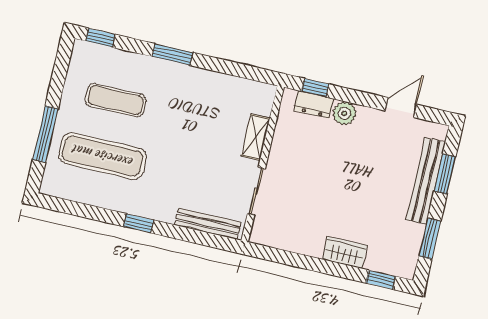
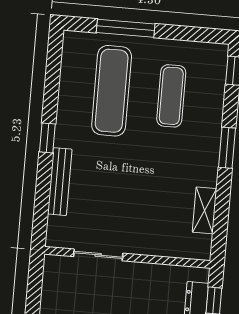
shelving: (256, 137) -> (205, 210), moved, turned 90
bench: (208, 224) -> (60, 182), moved

